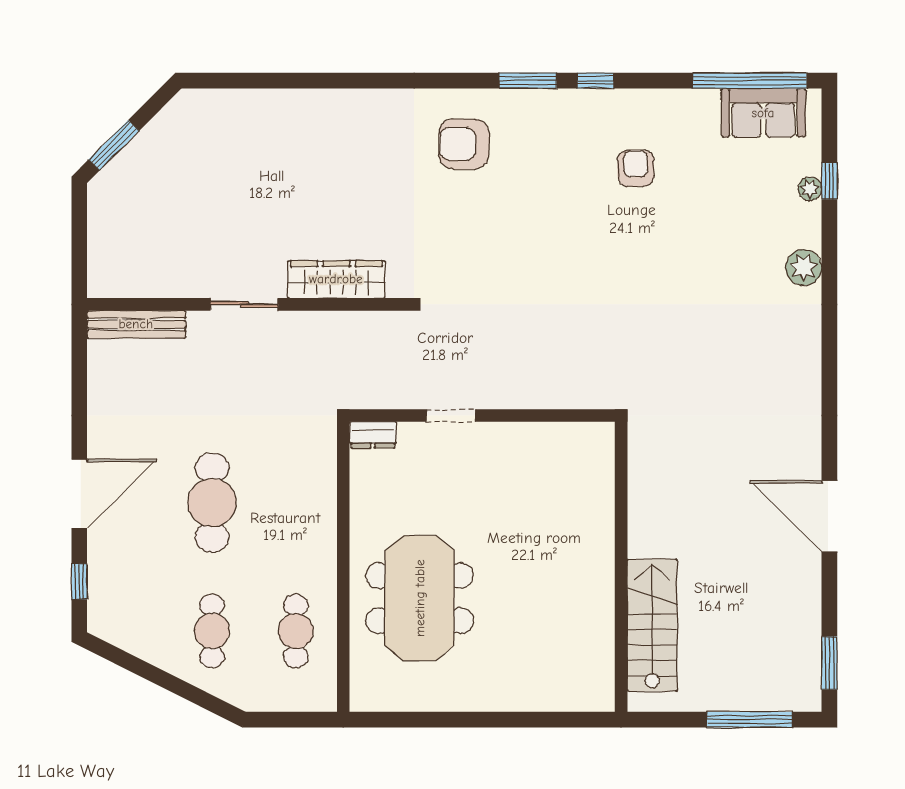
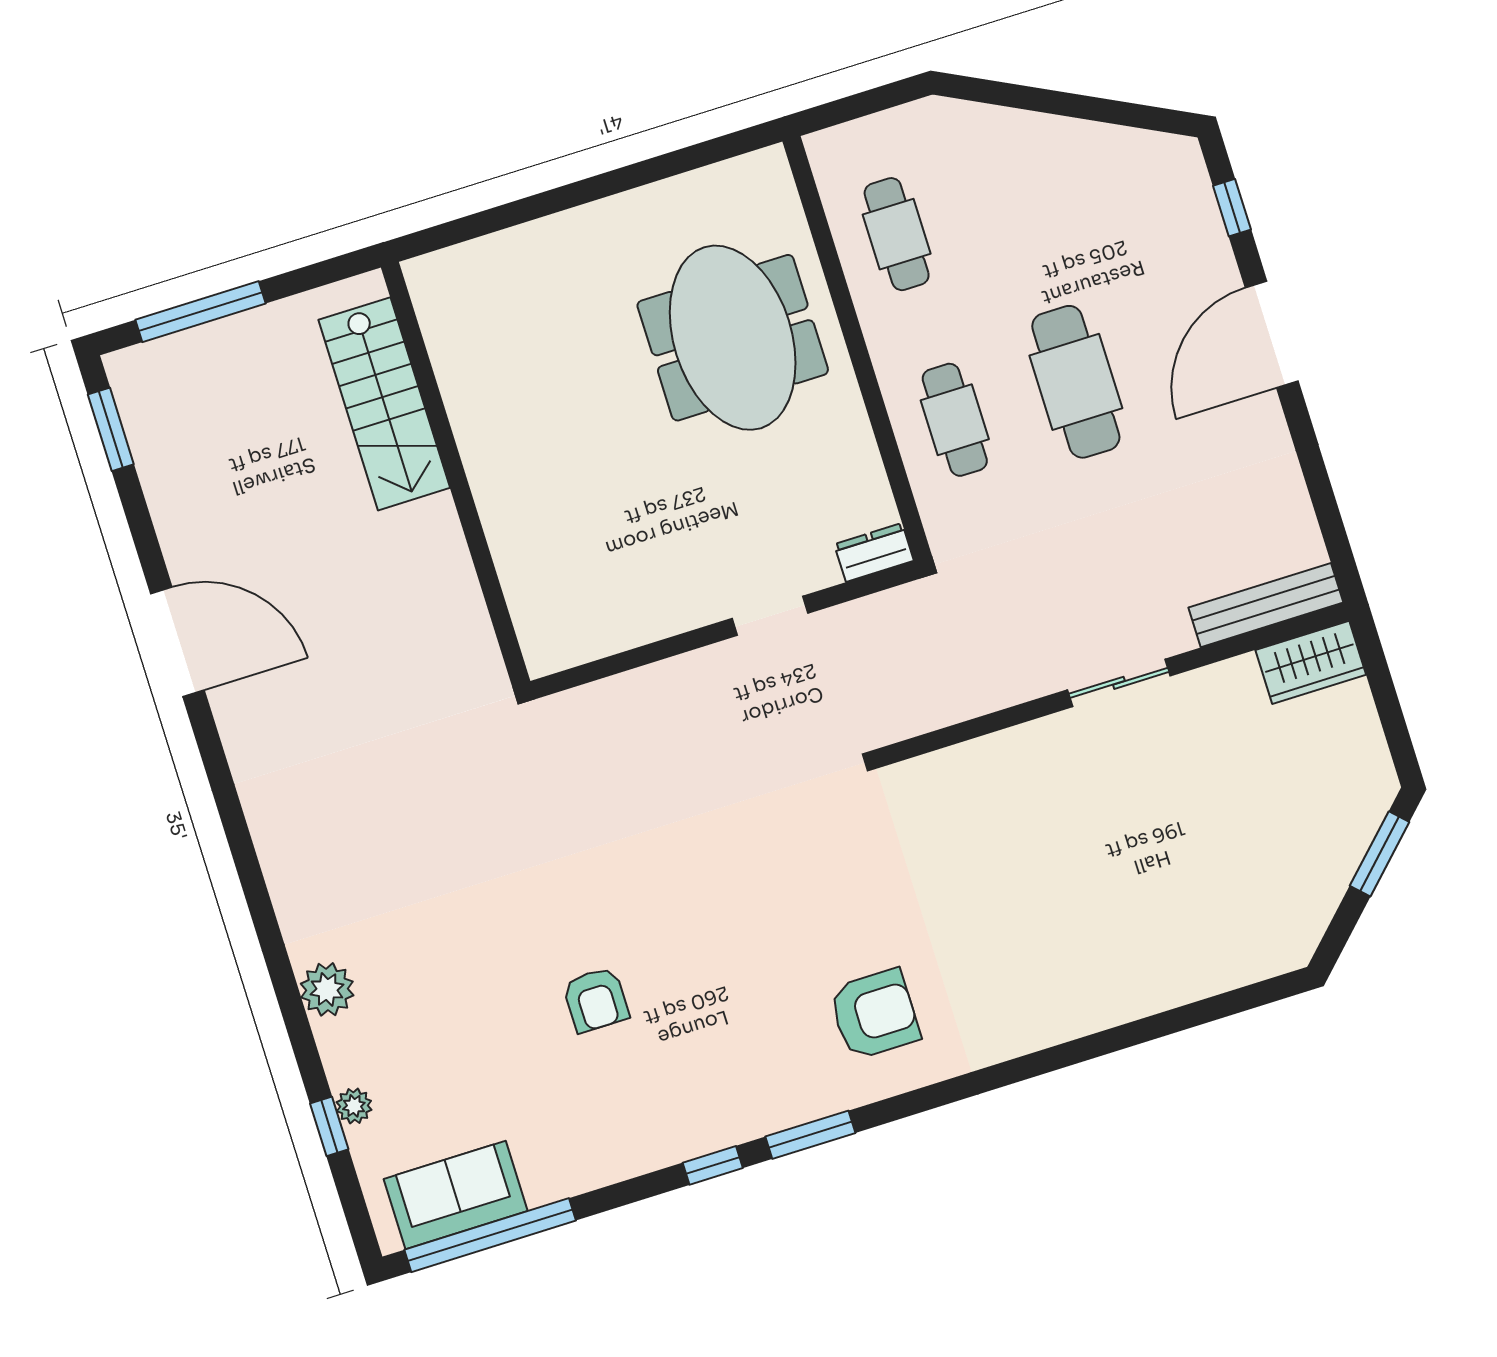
armchair: (636, 168) -> (596, 1000), moved
wardrobe: (336, 279) -> (1311, 662), moved, width x0.67
cafe table: (212, 631) -> (955, 420), moved

